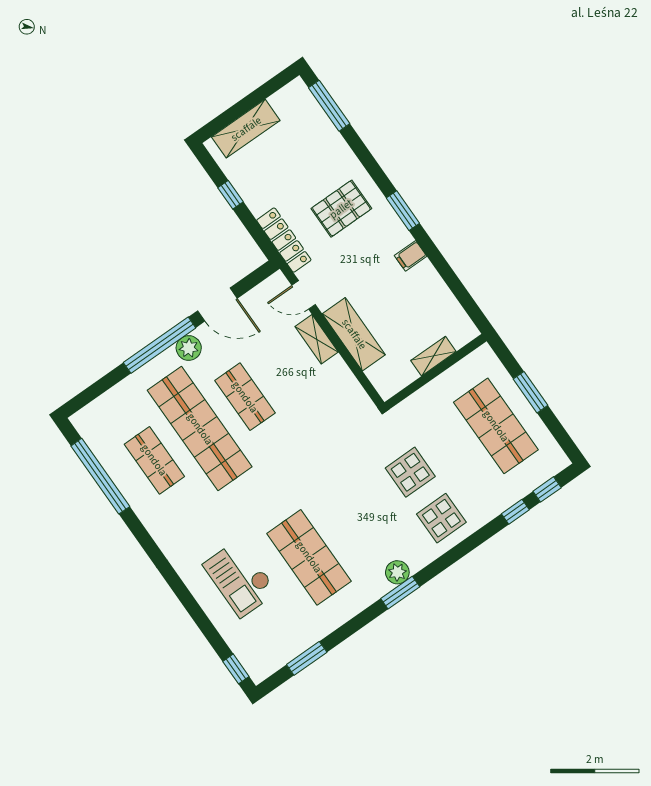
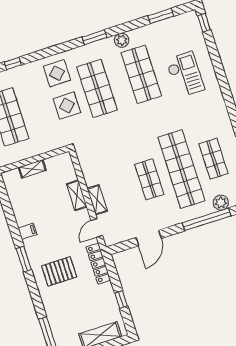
door: (304, 295) -> (97, 228), swing flipped
door: (217, 305) -> (149, 238), swing flipped
shelving: (354, 334) -> (77, 195), width x0.67, depth x0.75
window: (160, 345) -> (207, 219), moved
plant: (189, 348) -> (221, 203), moved
shop shelf: (371, 514) -> (97, 88), added
plant: (397, 572) -> (122, 40), moved

